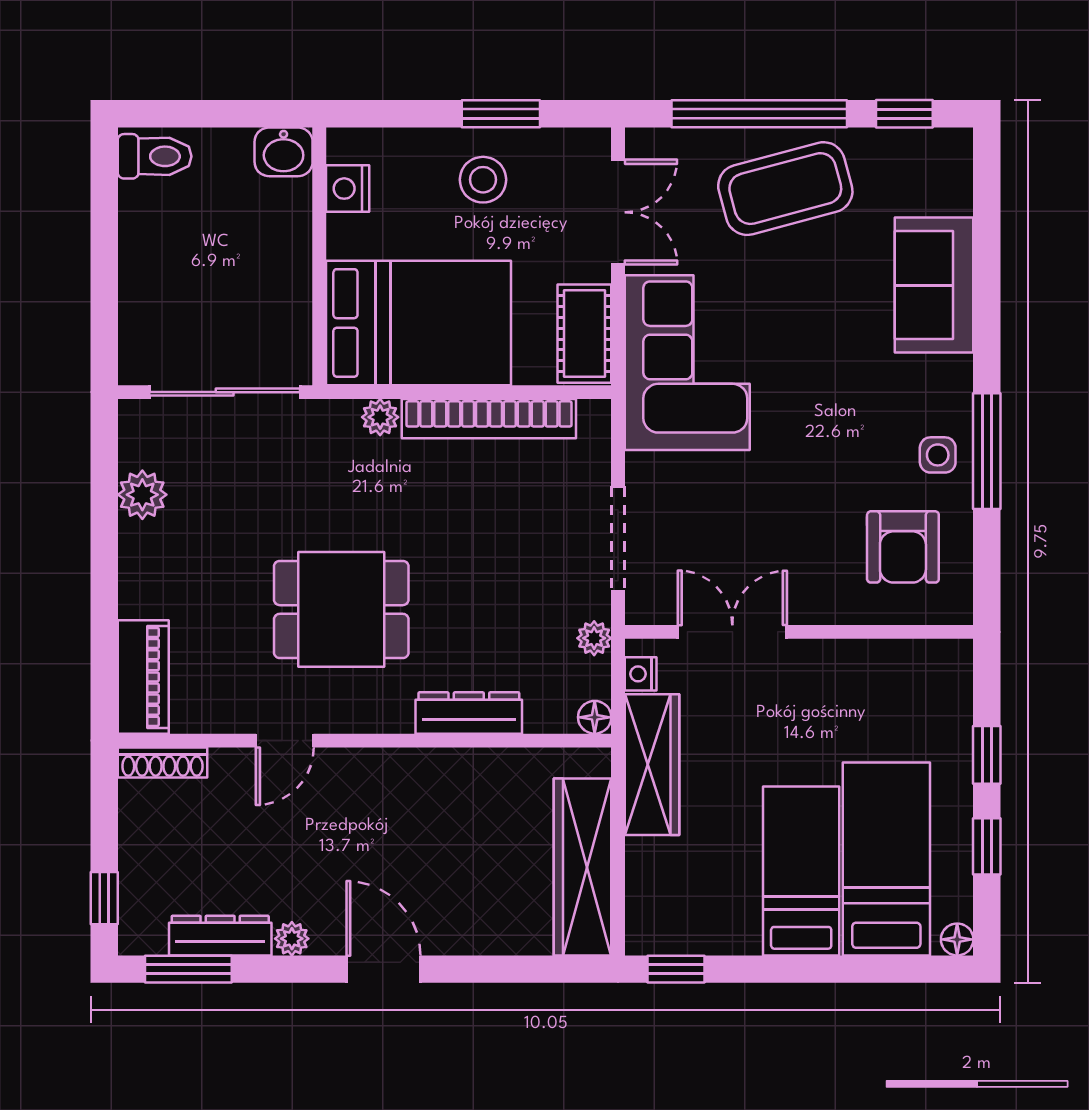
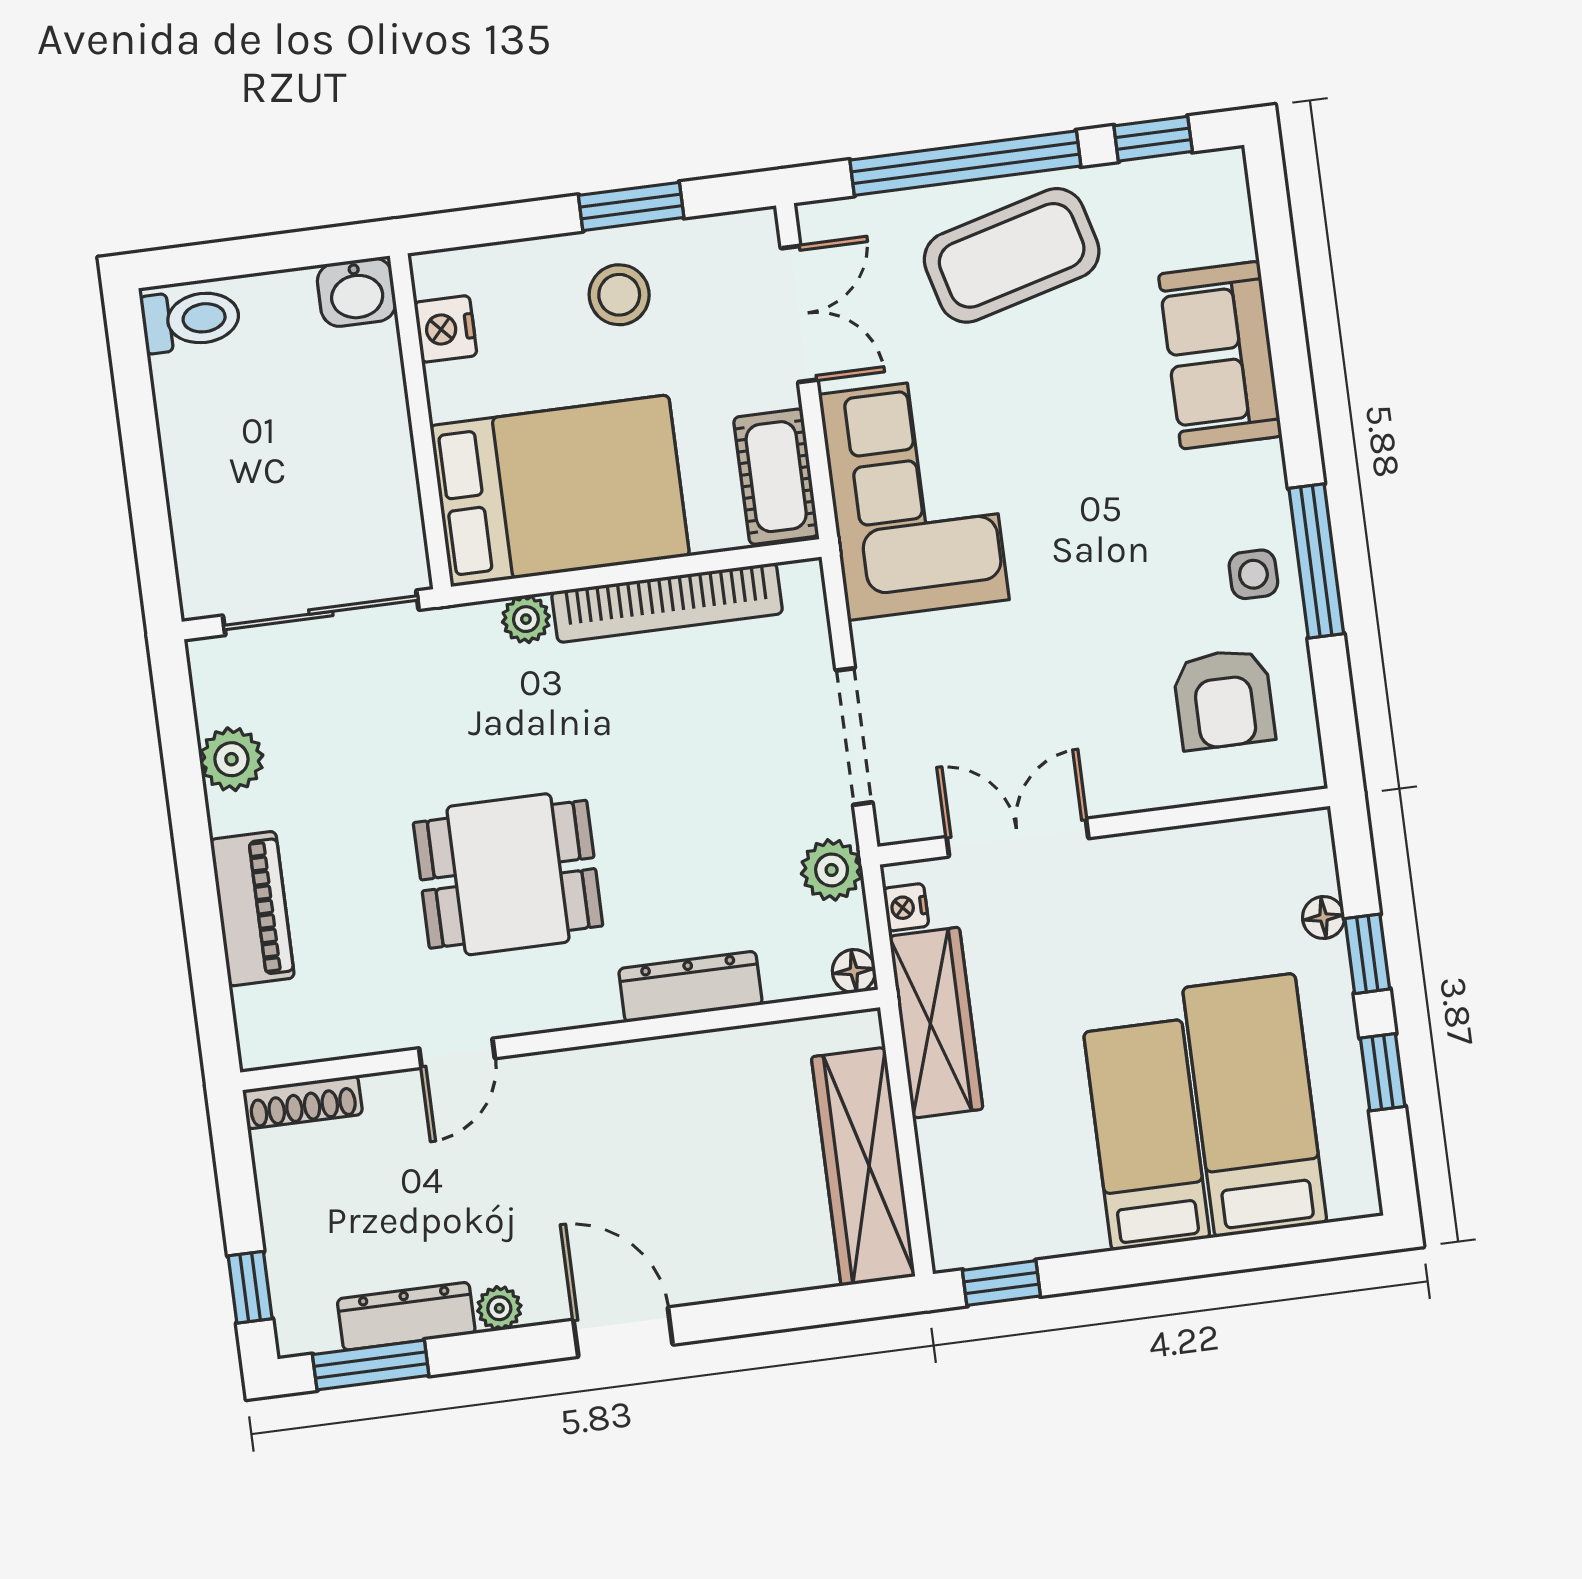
plant: (594, 638) -> (832, 870), width x1.38, depth x1.38
piano: (143, 677) -> (252, 909), moved
floor lamp: (957, 939) -> (1324, 918), moved

